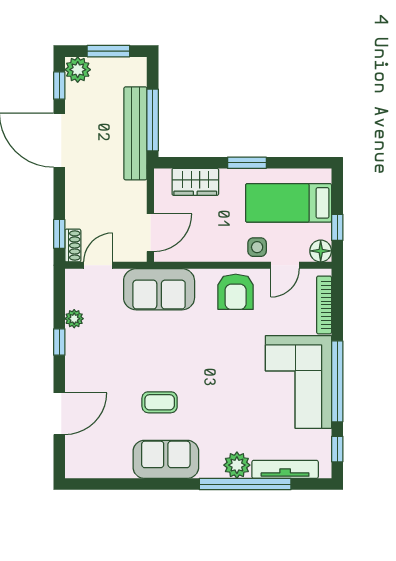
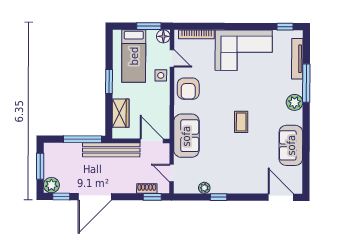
bench: (135, 133) -> (111, 150), moved
window: (337, 227) -> (149, 26), width x1.50
shoe rack: (73, 245) -> (147, 188), moved
armchair: (236, 292) -> (188, 89), turned 90
window: (337, 381) -> (243, 26), removed
coffee table: (160, 402) -> (241, 122), moved
door: (59, 414) -> (281, 197), moved
sofa: (166, 459) -> (291, 145), moved
plant: (237, 465) -> (295, 102), moved
window: (245, 484) -> (306, 83), width x0.68

